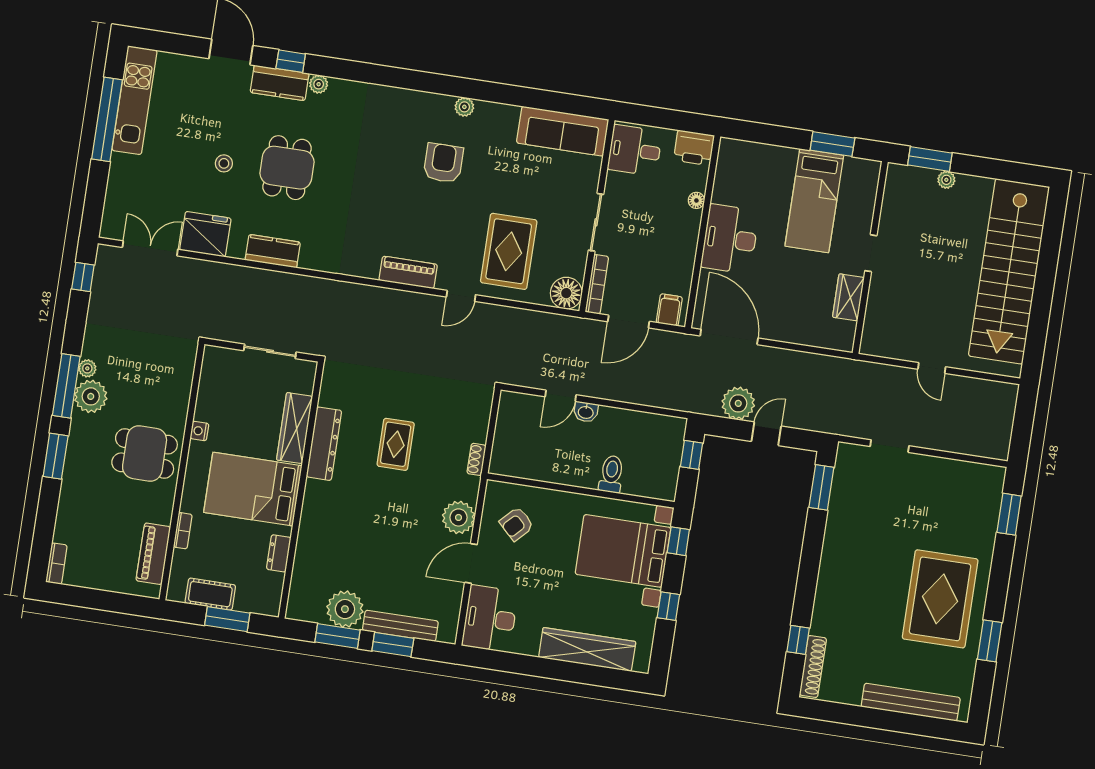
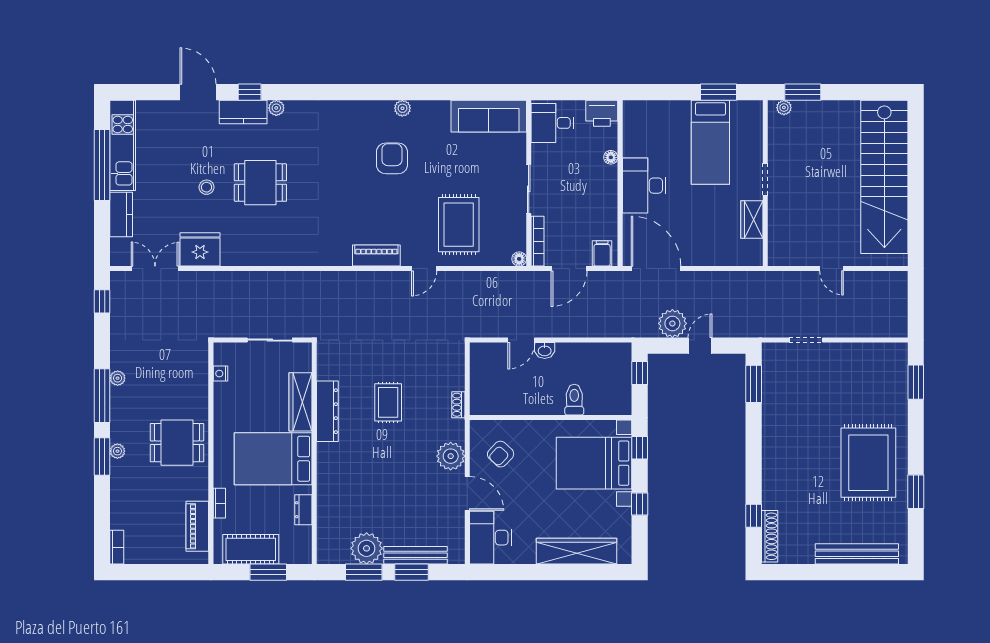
dining table: (287, 168) -> (260, 183), turned 90
plant: (946, 180) -> (784, 108), moved
kitchen counter: (273, 251) -> (121, 215), moved, turned 90
floor lamp: (566, 293) -> (519, 259), width x0.53, depth x0.53
plant: (91, 396) -> (117, 451), moved, width x0.53, depth x0.53
nightstand: (199, 431) -> (220, 374), moved
door: (471, 563) -> (467, 493), swing flipped
cot: (210, 594) -> (251, 549), width x1.37, depth x1.34

